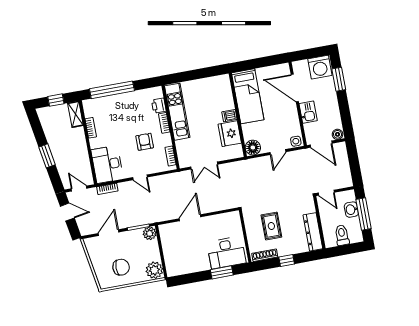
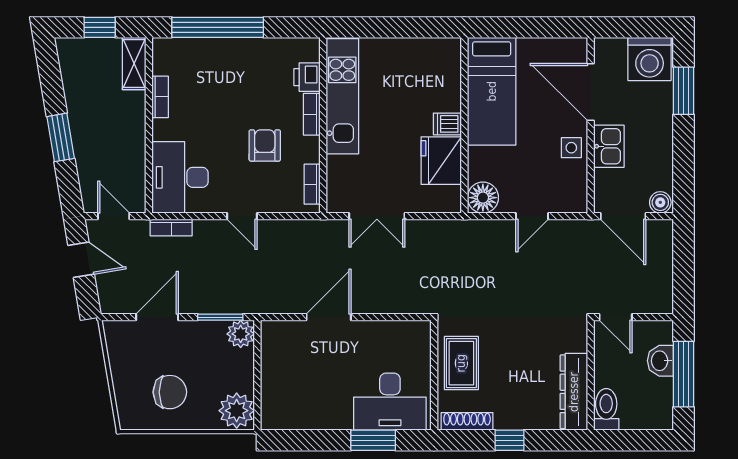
side table: (296, 141) -> (571, 148), moved
rug: (271, 226) -> (461, 363), moved
toilet: (342, 235) -> (606, 409), moved

